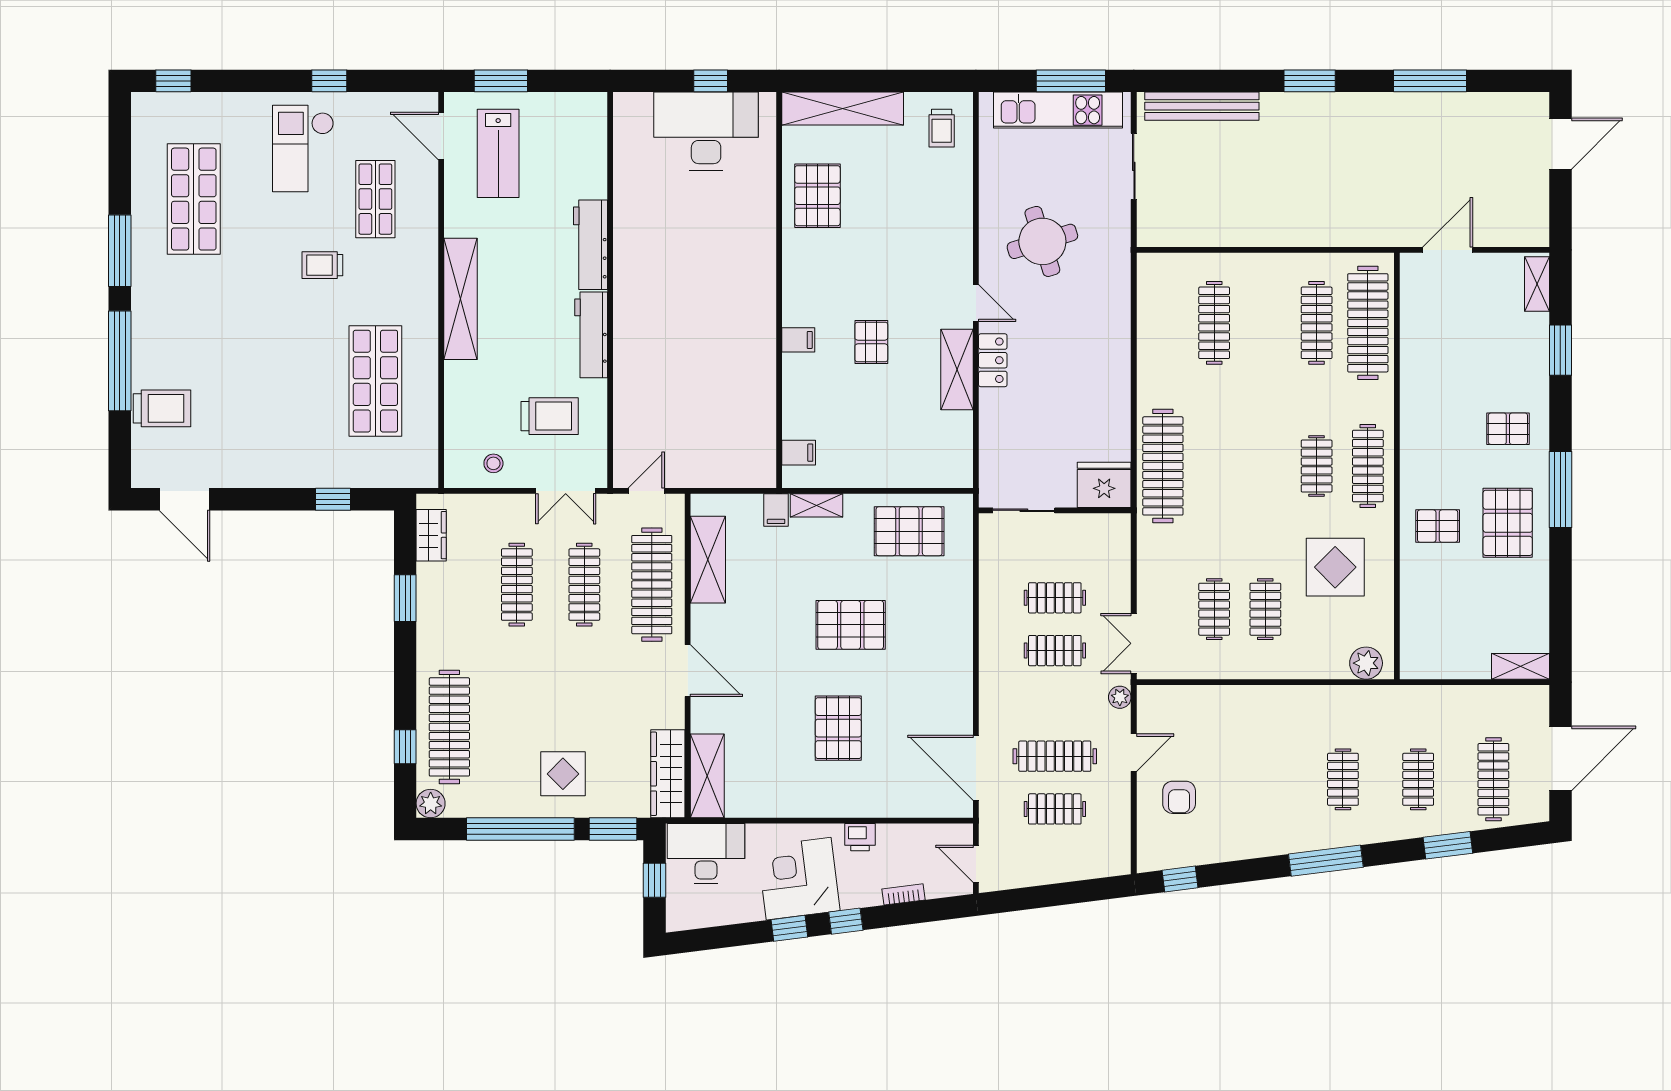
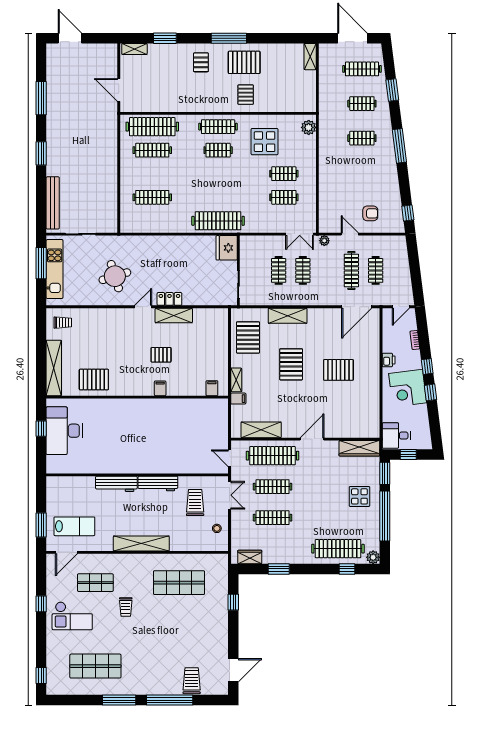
shelving: (707, 776) -> (288, 316), moved
desk: (706, 854) -> (396, 436), width x0.73

